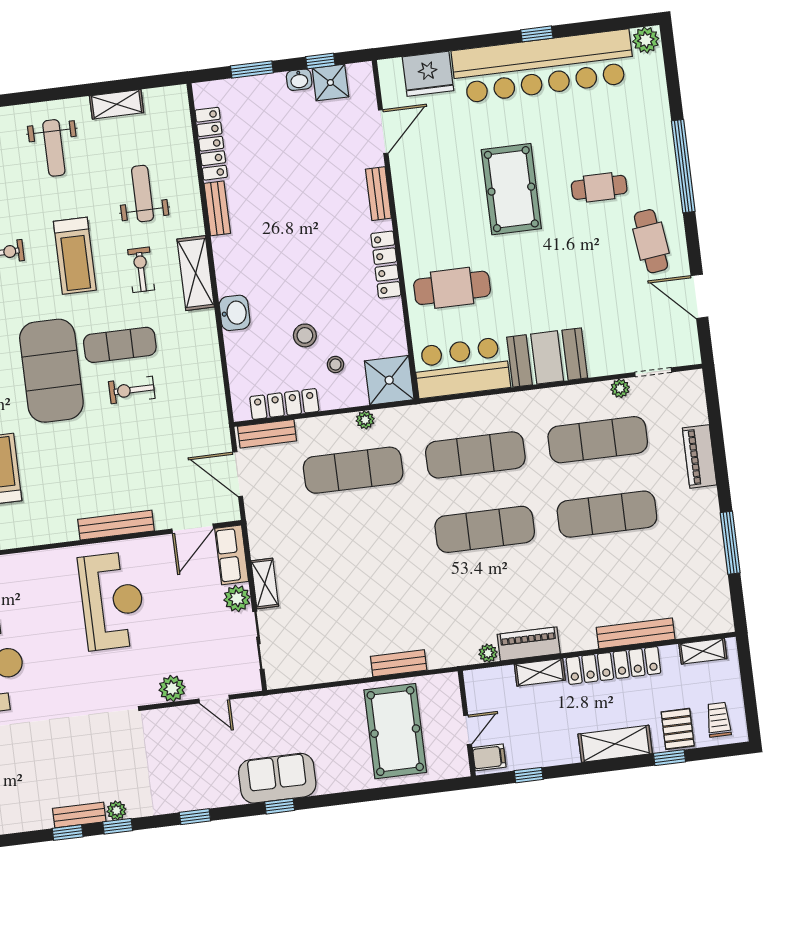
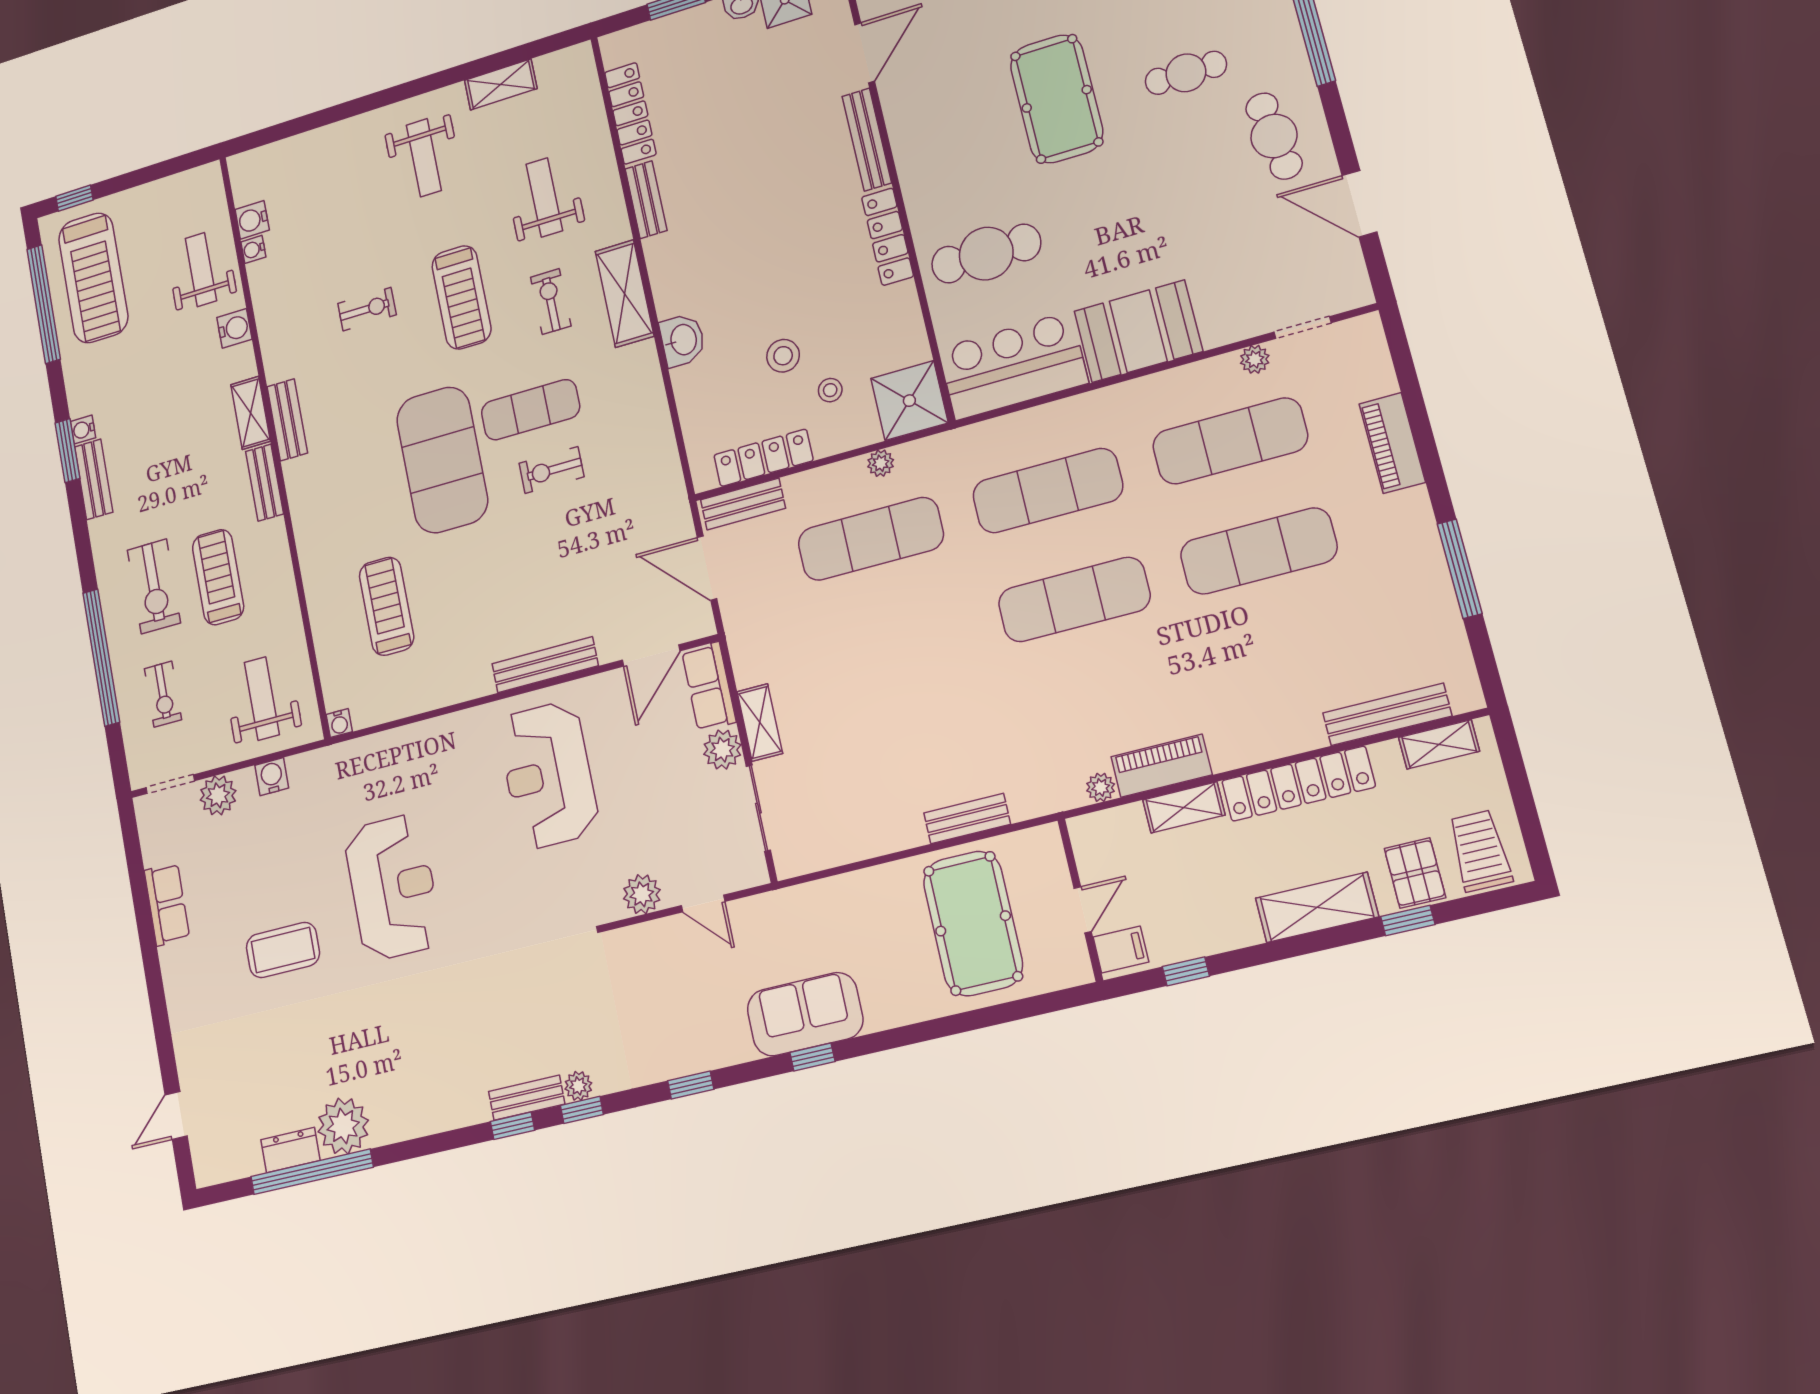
bench: (378, 194) -> (867, 139), width x1.36
reception desk: (112, 601) -> (548, 775), turned 180
bench: (636, 633) -> (1387, 714), moved
trolley: (719, 720) -> (1480, 851), width x1.36, depth x1.39

